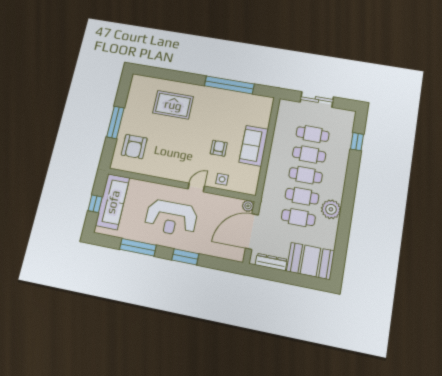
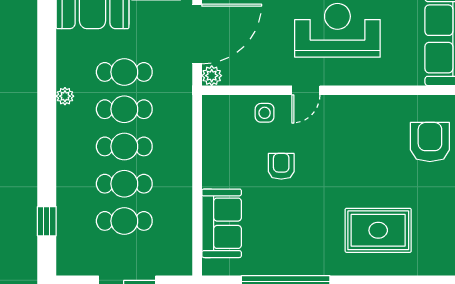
sofa: (254, 146) -> (222, 223), moved
armchair: (219, 148) -> (281, 166), turned 180
plant: (331, 209) -> (65, 96), width x0.53, depth x0.53

